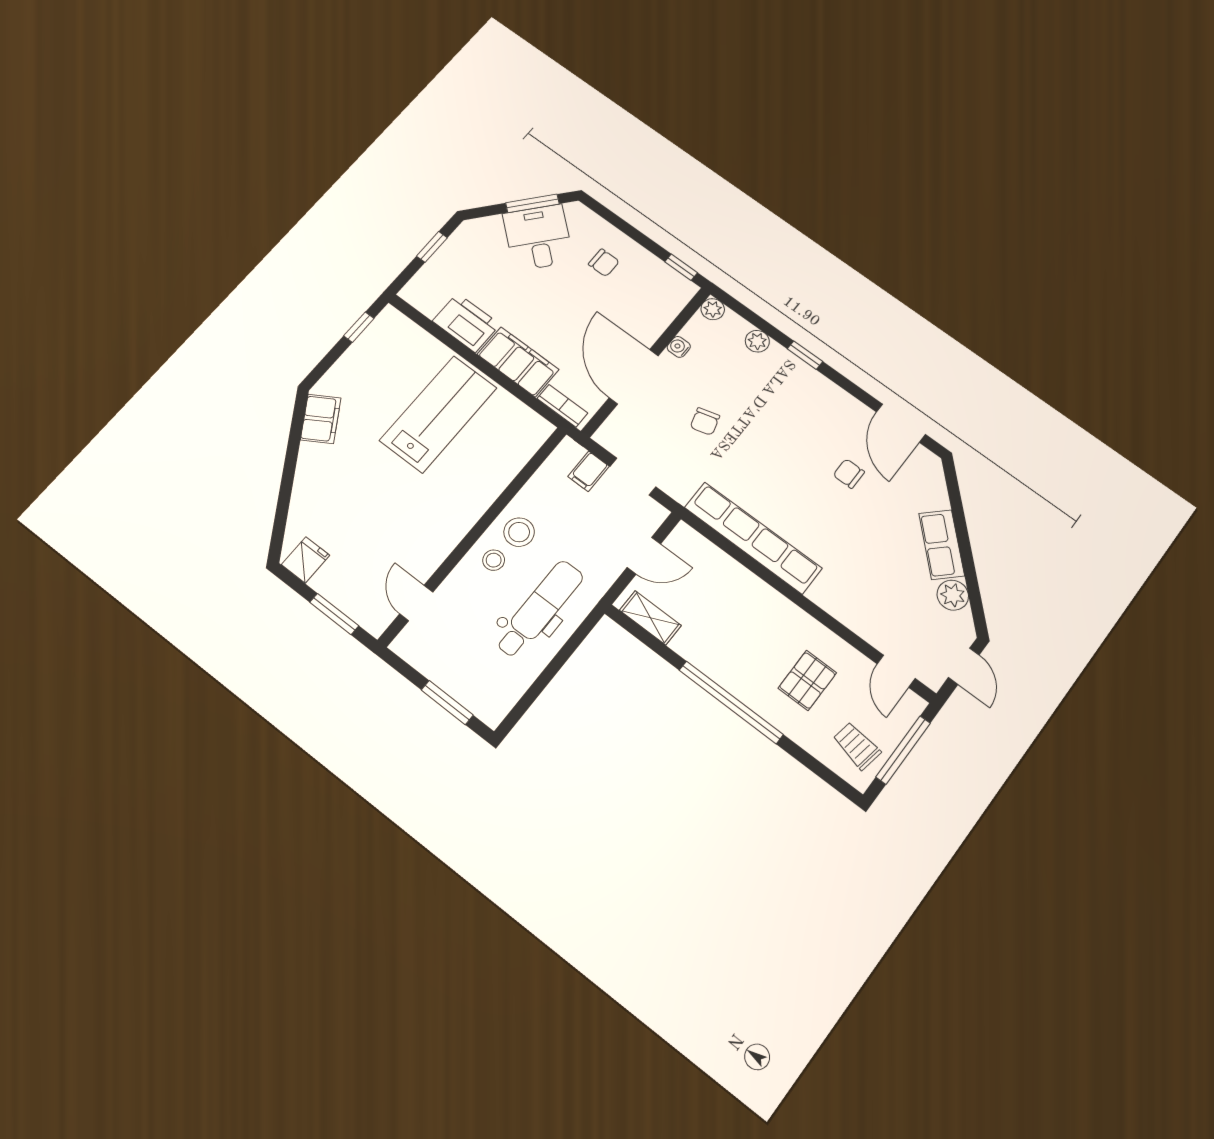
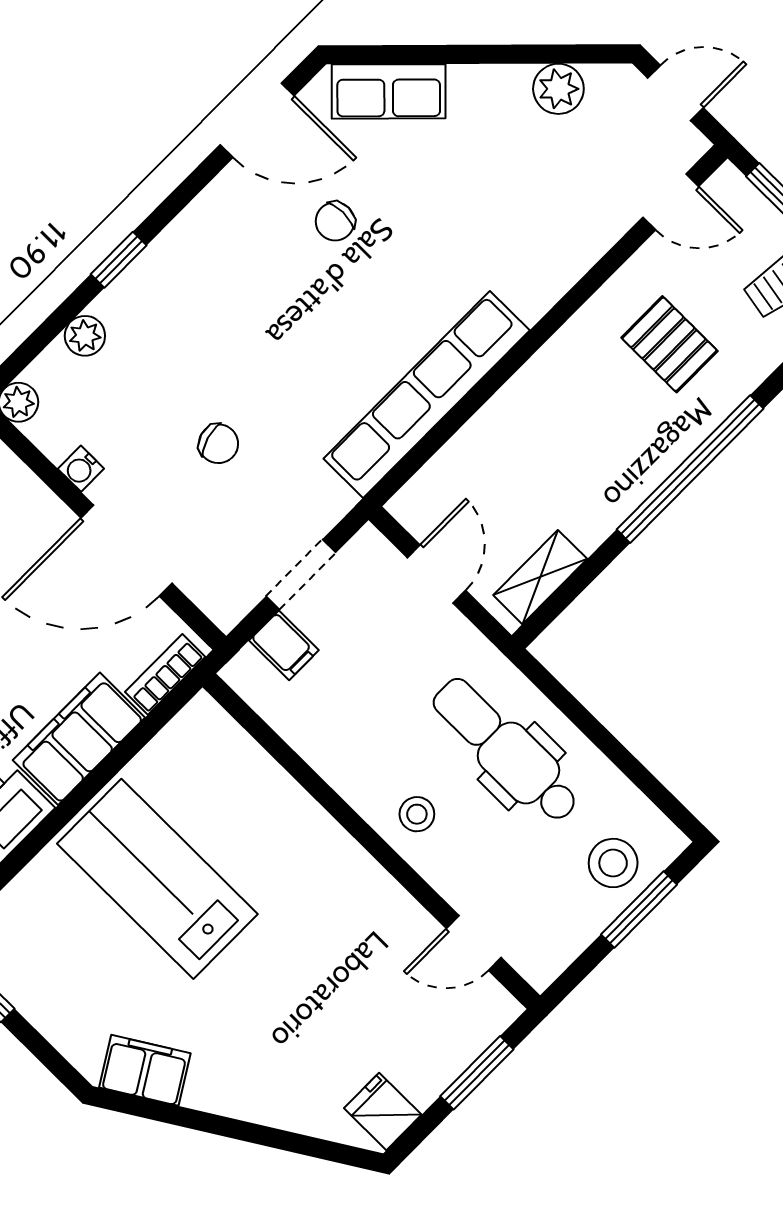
stool: (519, 532) -> (613, 863), moved
row of seats: (942, 545) -> (389, 91), moved

